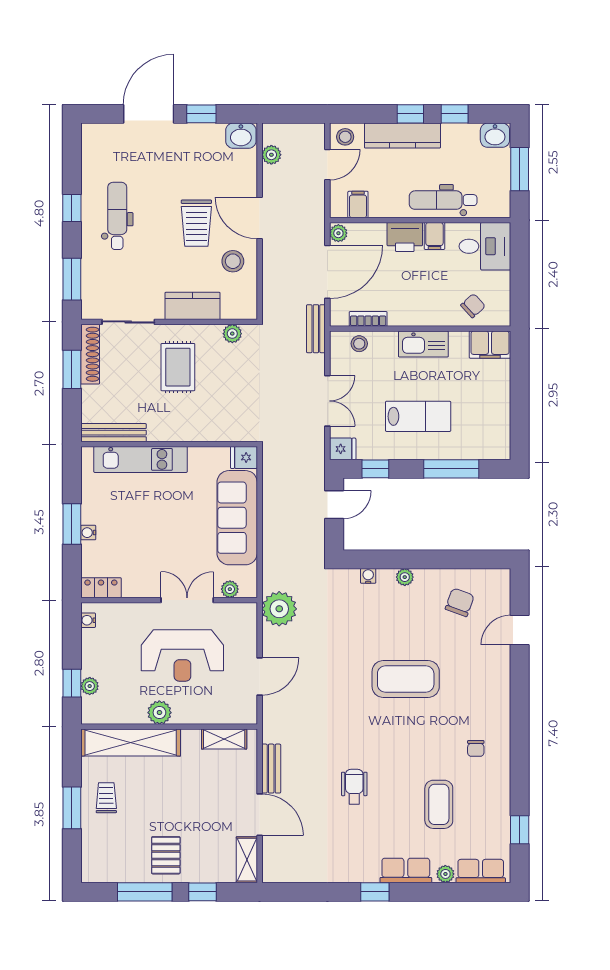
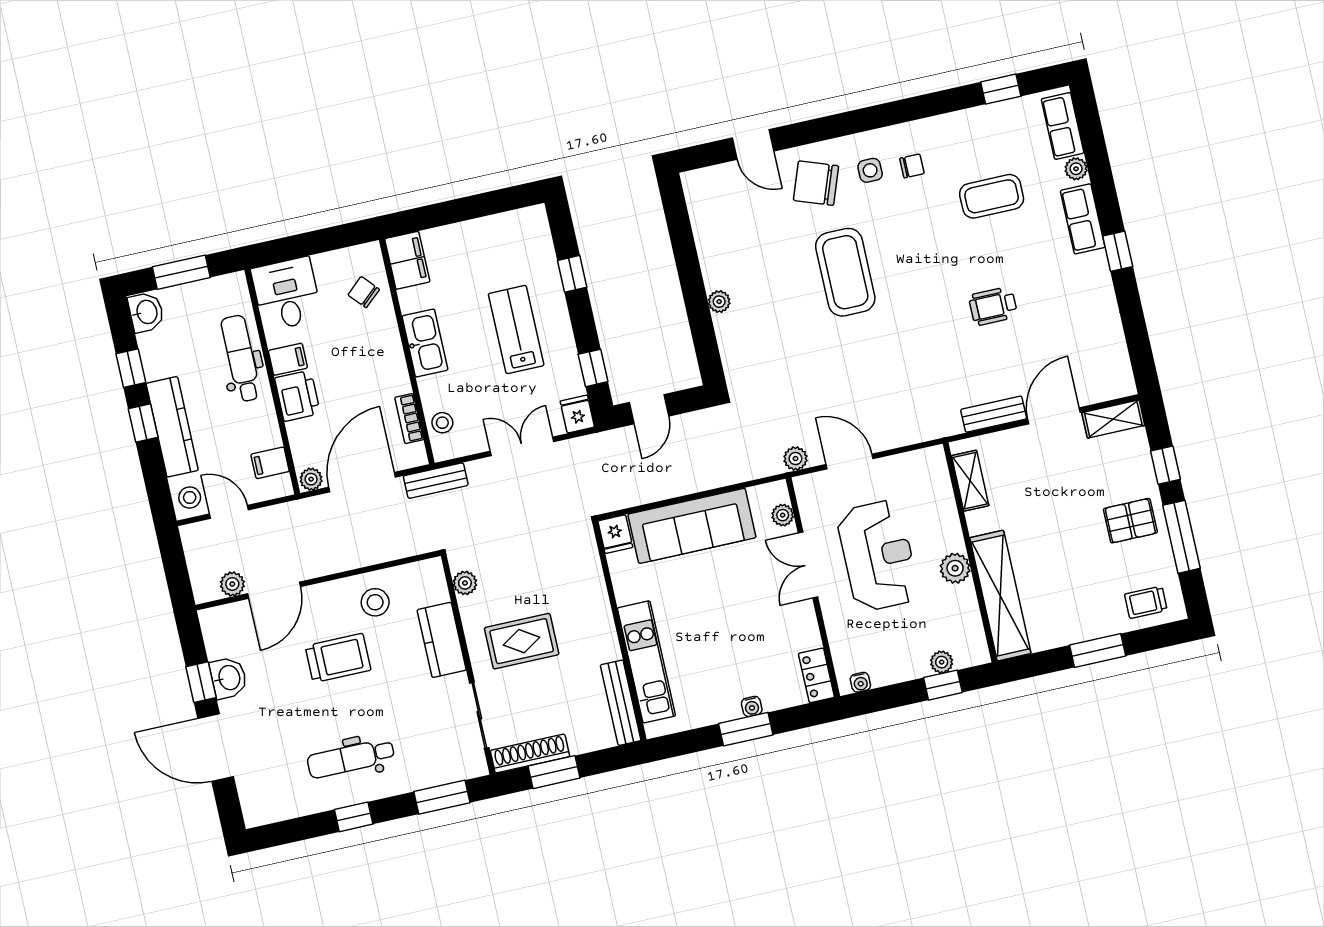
washbasin: (241, 136) -> (228, 678), moved
dental chair: (443, 200) -> (241, 358), turned 180
door: (260, 218) -> (274, 590), moved
door: (327, 272) -> (362, 482), hinge flipped
window: (451, 469) -> (572, 274), width x0.46
door: (334, 505) -> (649, 409), swing flipped
water cooler: (368, 576) -> (728, 347), removed
chair: (460, 602) -> (816, 183), moved, width x1.37, depth x1.37
plant: (279, 609) -> (795, 459), width x0.53, depth x0.53
door: (260, 676) -> (850, 462), moved
side table: (480, 716) -> (870, 170), added
trolley: (106, 798) -> (1146, 602), moved

